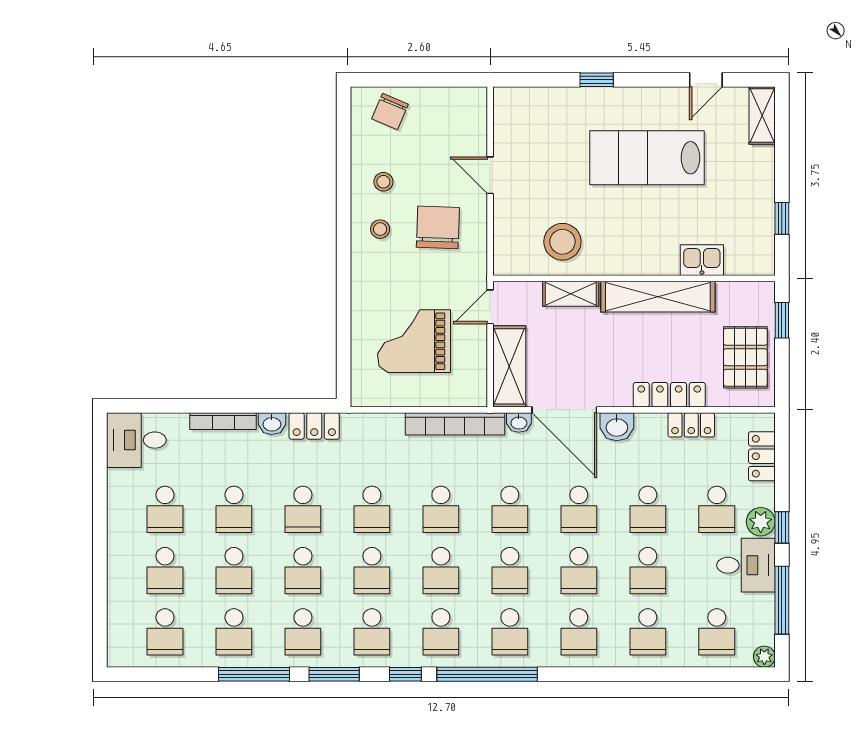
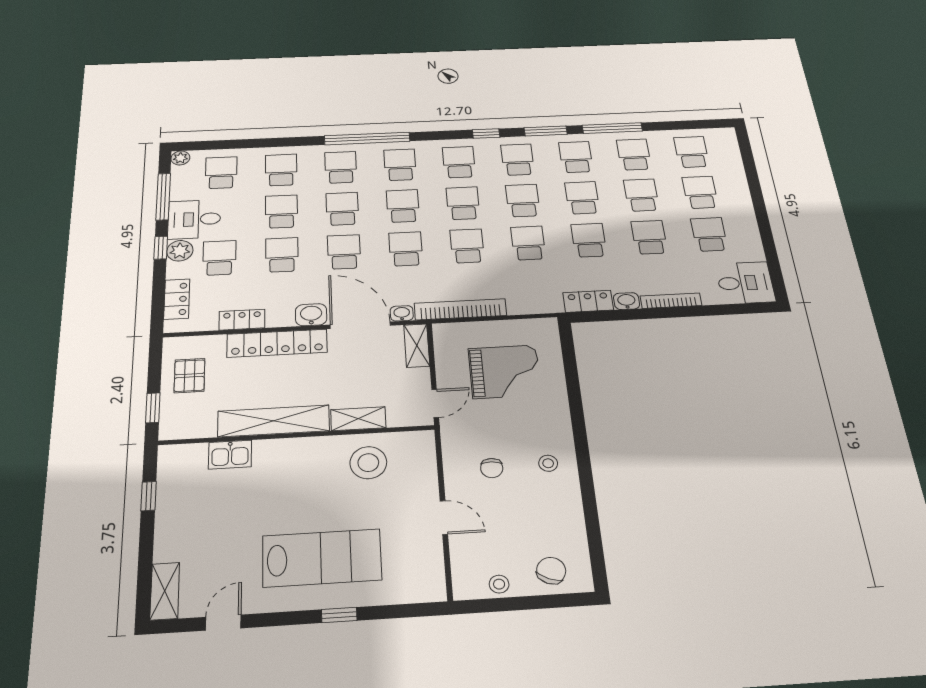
lab bench: (647, 158) -> (322, 558), moved
stool: (383, 182) -> (499, 584), moved
chair: (438, 227) -> (492, 468), width x0.54, depth x0.54
pallet: (745, 357) -> (189, 376), width x0.67, depth x0.71
shelving: (509, 366) -> (417, 346), width x0.67, depth x0.75
locker: (669, 395) -> (277, 343), width x1.41, depth x1.21
window: (487, 674) -> (367, 139), moved

